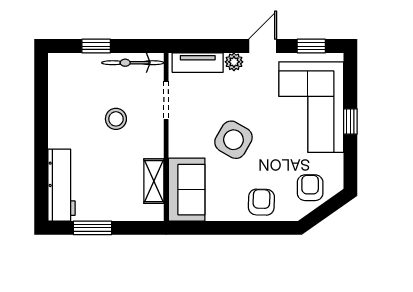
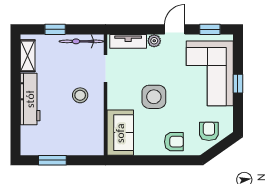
stool: (116, 119) -> (80, 95), moved
side table: (233, 140) -> (154, 97), turned -30
shelving: (154, 181) -> (28, 56), moved
workbench: (61, 185) -> (30, 99), moved
armchair: (261, 202) -> (174, 142), turned 88

